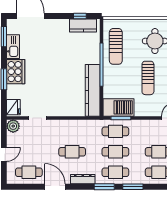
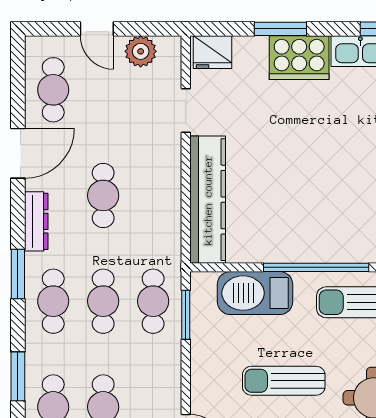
kitchen counter: (93, 90) -> (208, 200), moved, turned 90
barbecue: (119, 107) -> (255, 293), moved, turned 90
plant: (13, 126) -> (141, 51), moved
window: (133, 187) -> (18, 376), moved

